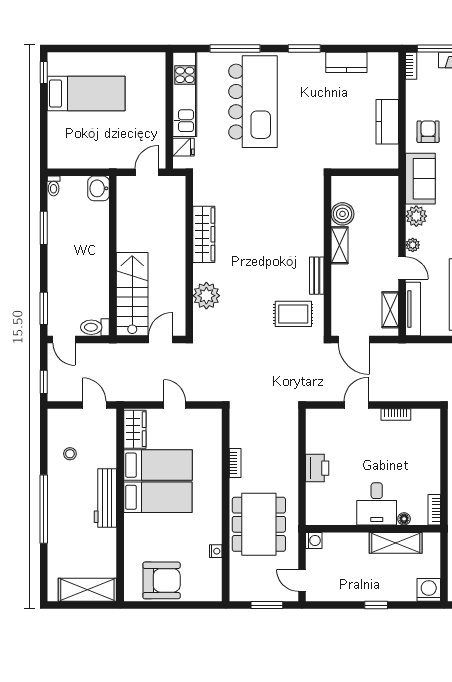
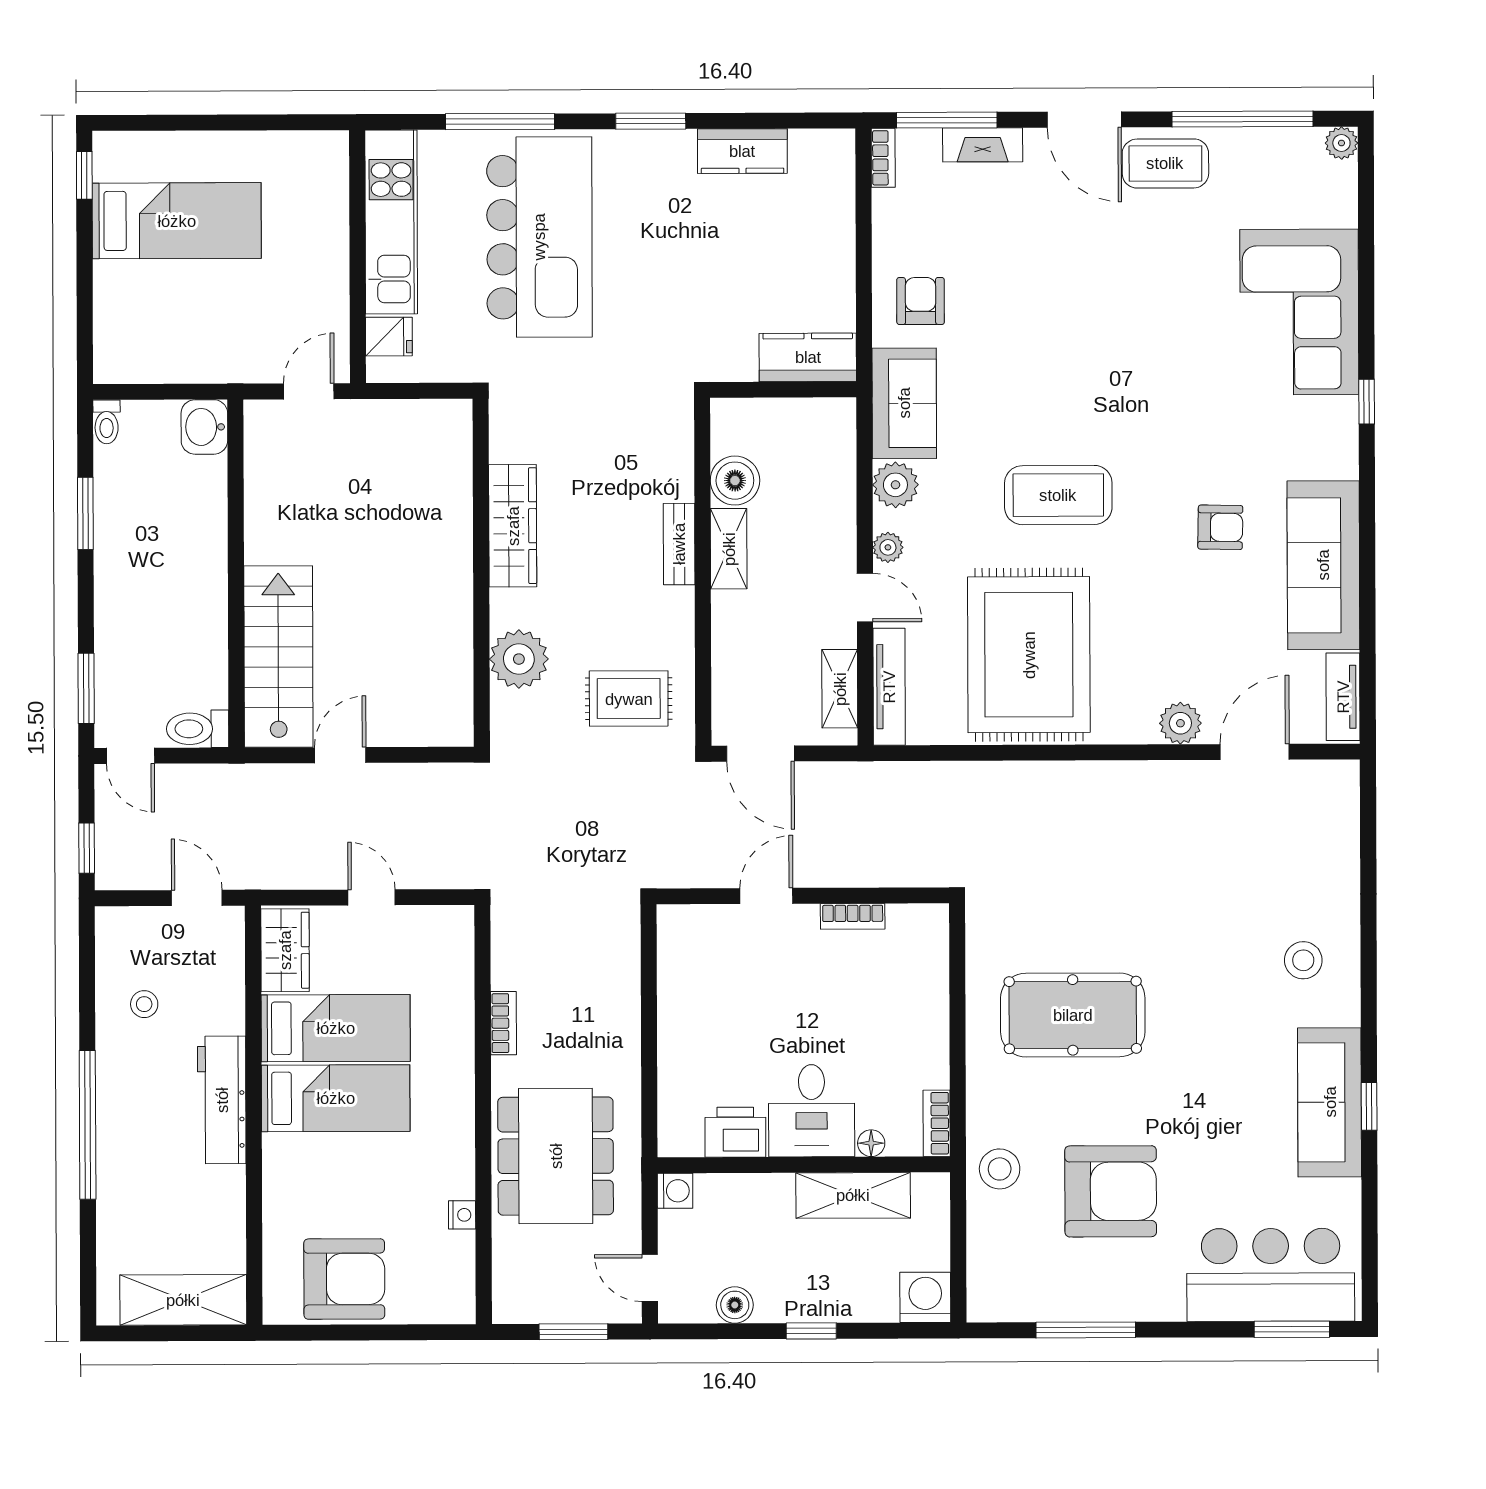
kitchen counter: (387, 122) -> (808, 357), moved, turned 90
wardrobe: (204, 234) -> (513, 526), moved
wall: (189, 256) -> (481, 573), moved
bench: (317, 276) -> (679, 544), moved
plant: (206, 296) -> (519, 659), moved
printer: (317, 468) -> (735, 1132), moved, turned -90
boiler: (341, 593) -> (735, 1305), added

